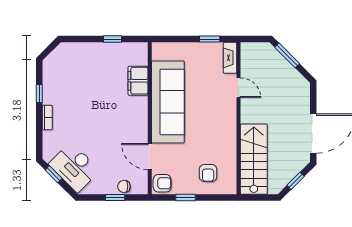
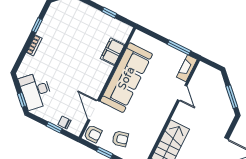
window: (210, 39) -> (179, 47), width x1.50
window: (287, 55) -> (232, 97), moved
armchair: (208, 173) -> (120, 139), moved, turned -103
window: (54, 174) -> (22, 100), moved

